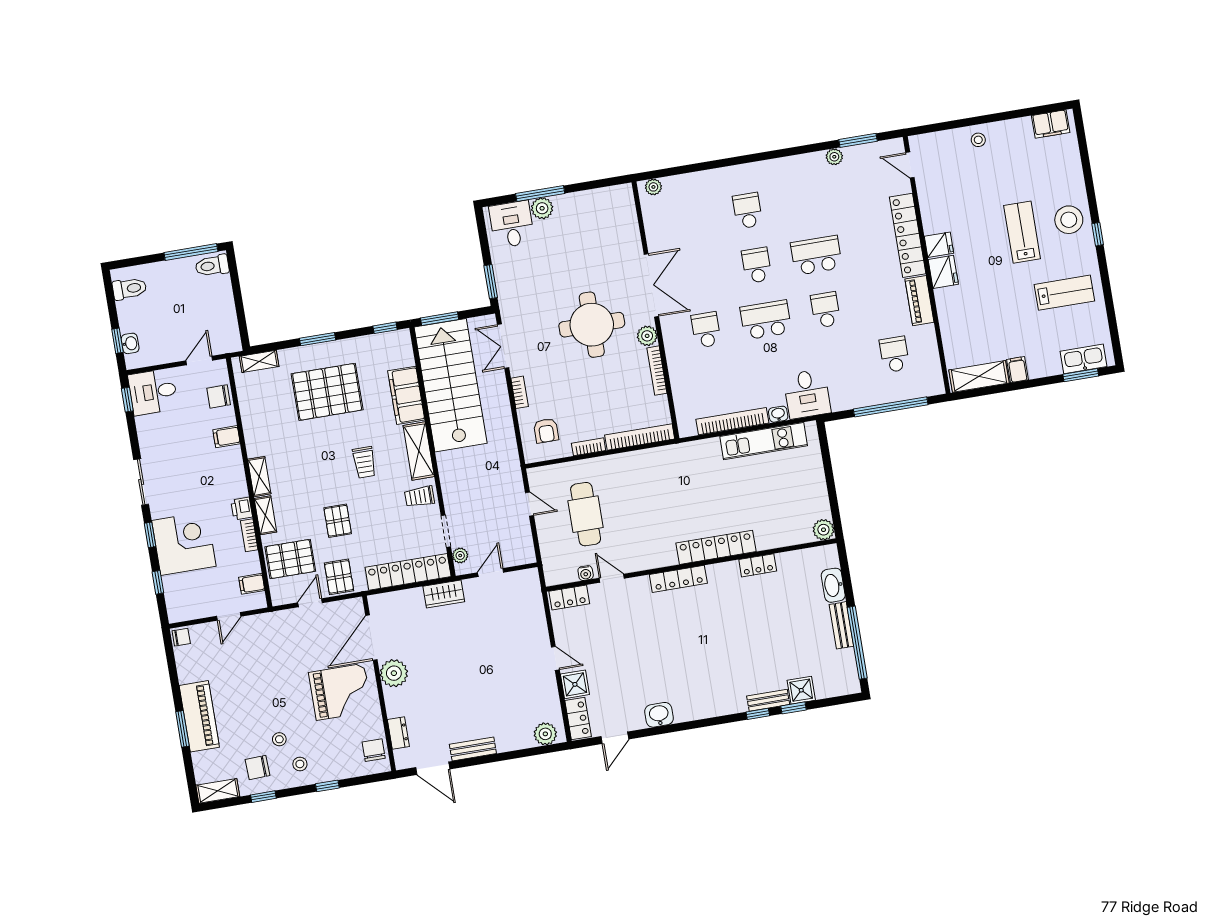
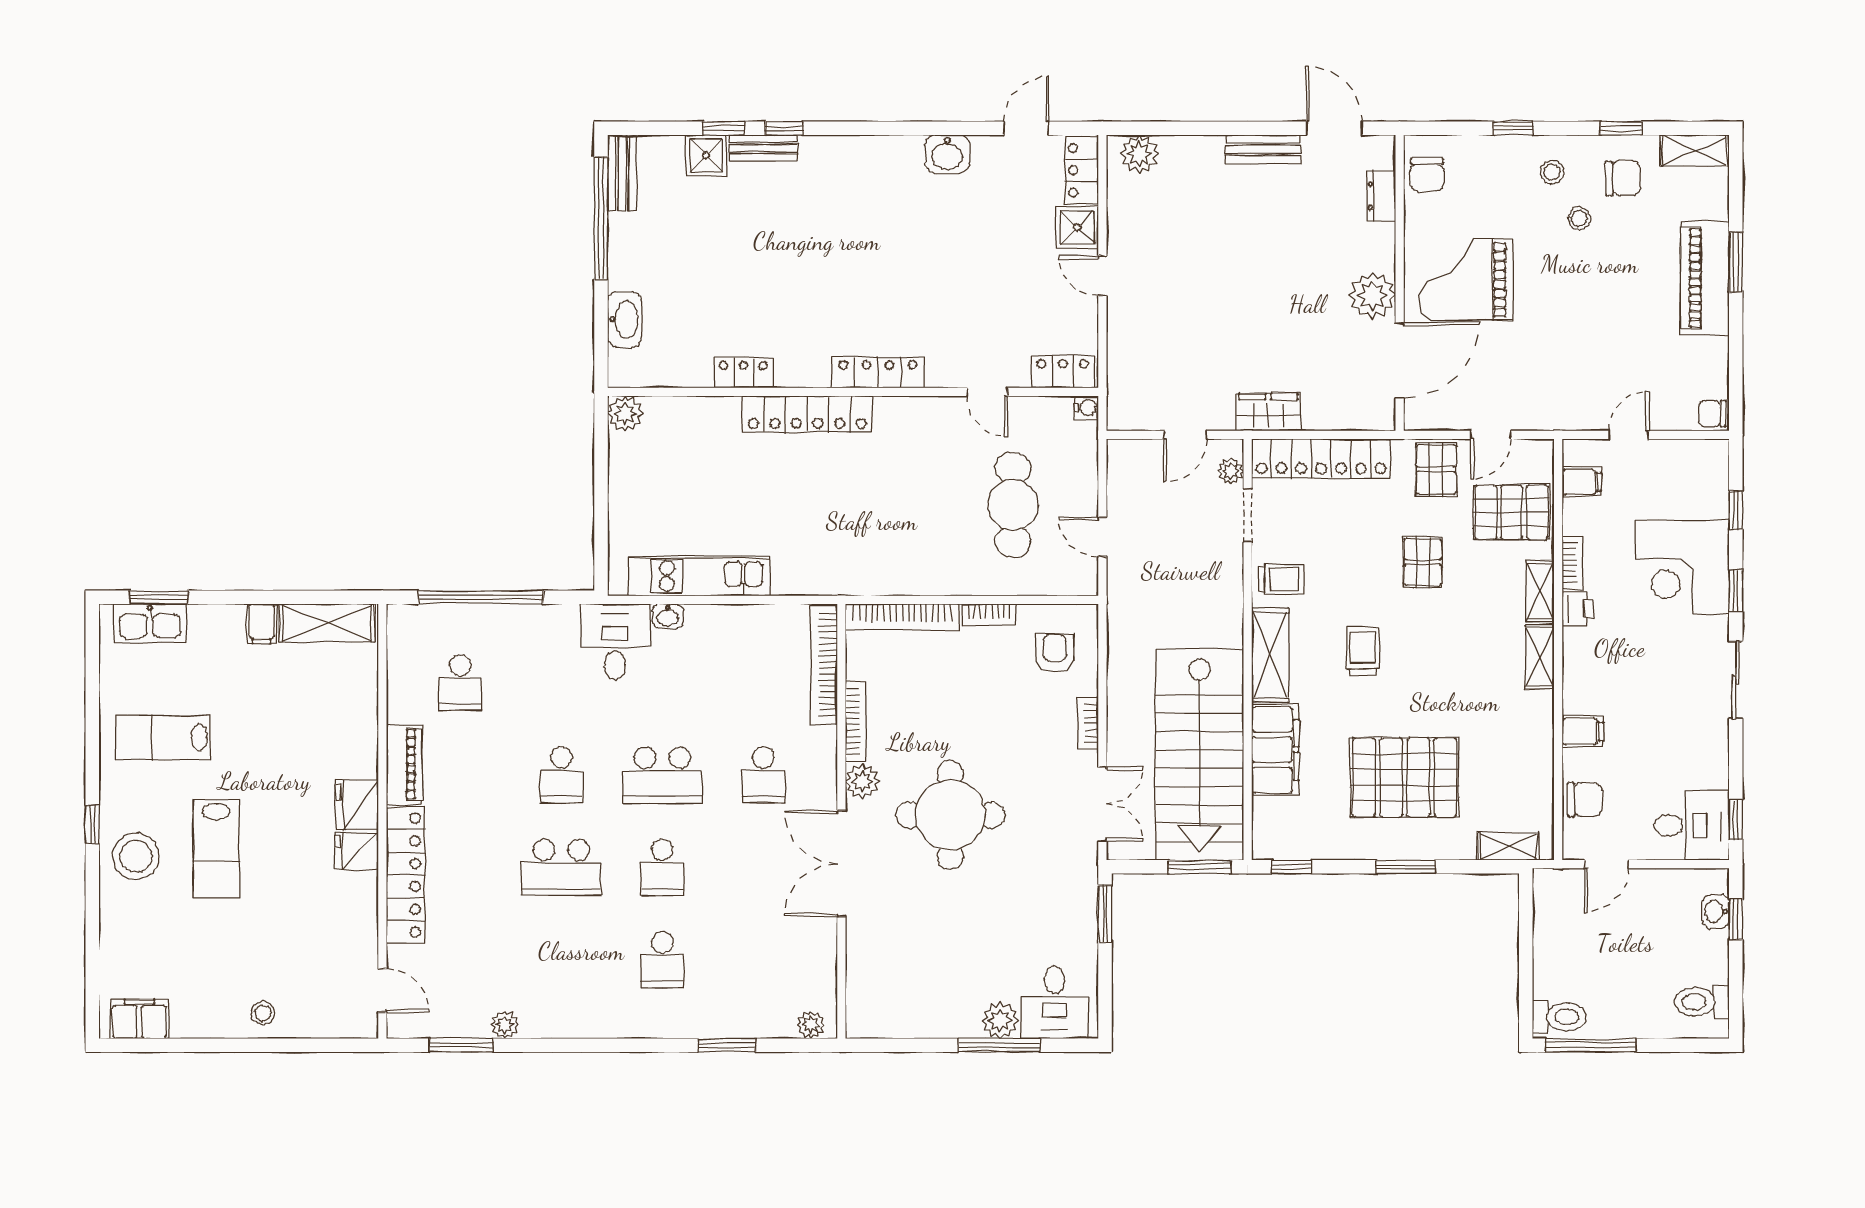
window: (701, 167) -> (727, 1045), added
bookcase: (732, 421) -> (824, 665), moved, turned 90
water cooler: (586, 573) -> (1087, 408), moved, turned 90
bench: (841, 625) -> (622, 173), moved

